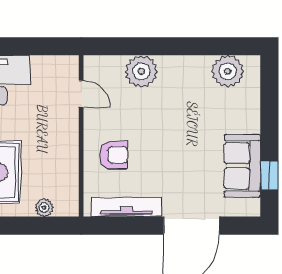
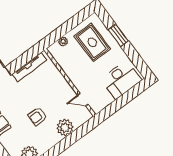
armchair: (114, 155) -> (38, 116), moved

